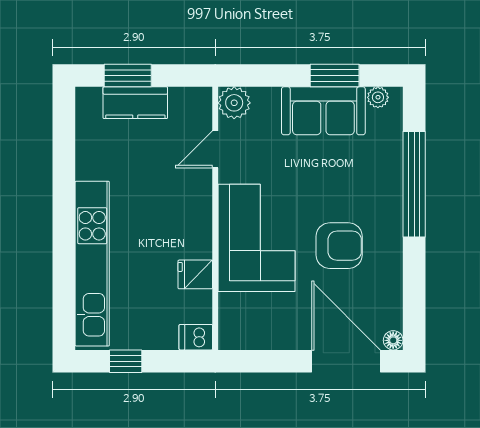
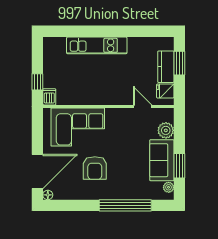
plant: (234, 103) -> (166, 130), moved
corner sofa: (256, 238) -> (78, 127), moved
kitchen unit: (92, 264) -> (97, 45), width x0.73
fridge: (195, 274) -> (165, 91), moved, turned -90
window: (126, 361) -> (37, 82), moved

